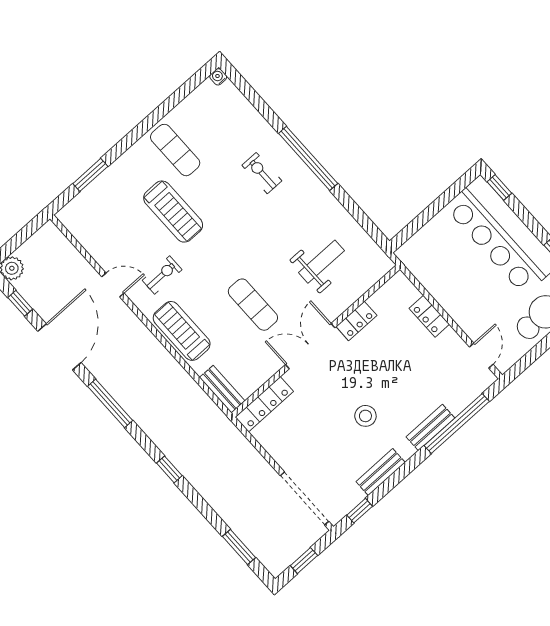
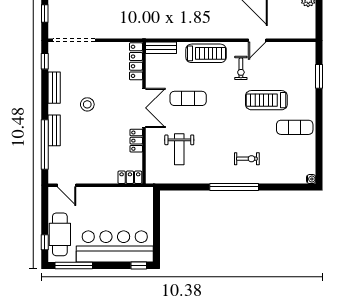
locker: (429, 316) -> (130, 177), moved

